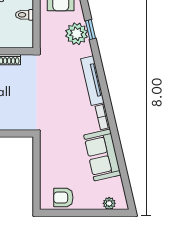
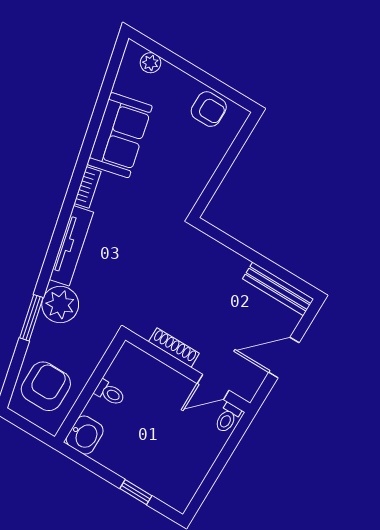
window: (90, 30) -> (31, 318), width x1.50
plant: (77, 34) -> (60, 305), moved

